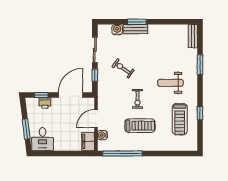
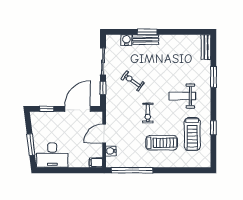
printer: (45, 103) -> (50, 117), removed
treadmill: (140, 126) -> (162, 143), moved
desk: (43, 139) -> (52, 155), width x1.37
filing cabinet: (88, 141) -> (96, 163), width x0.50

